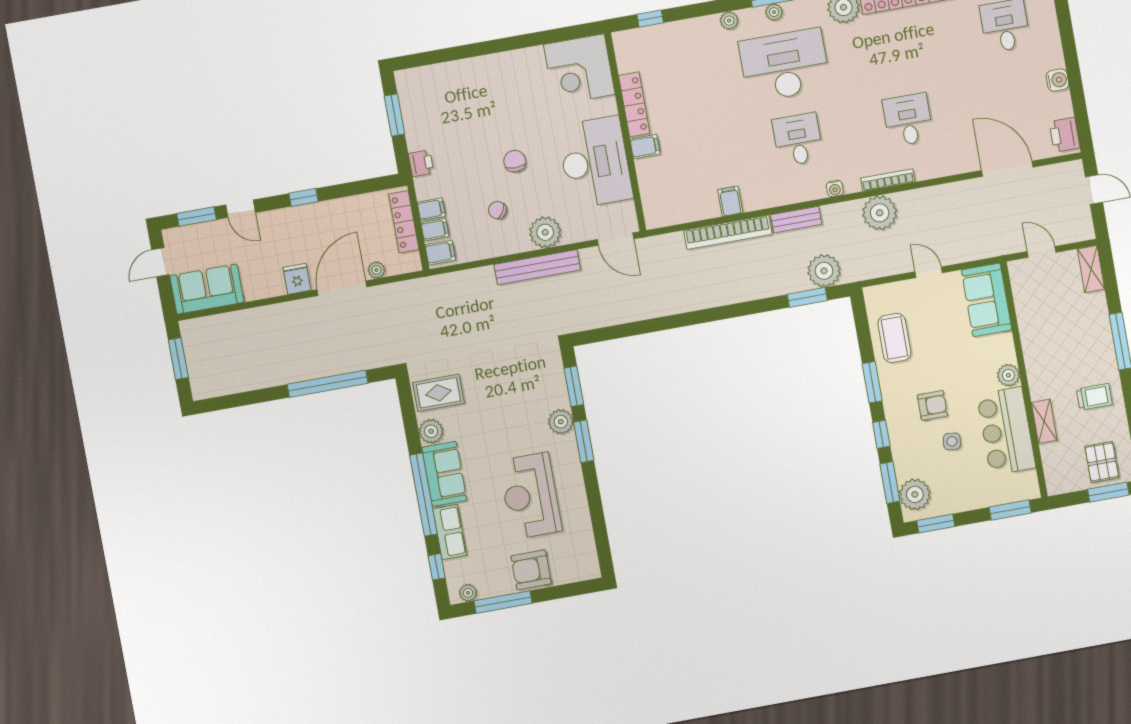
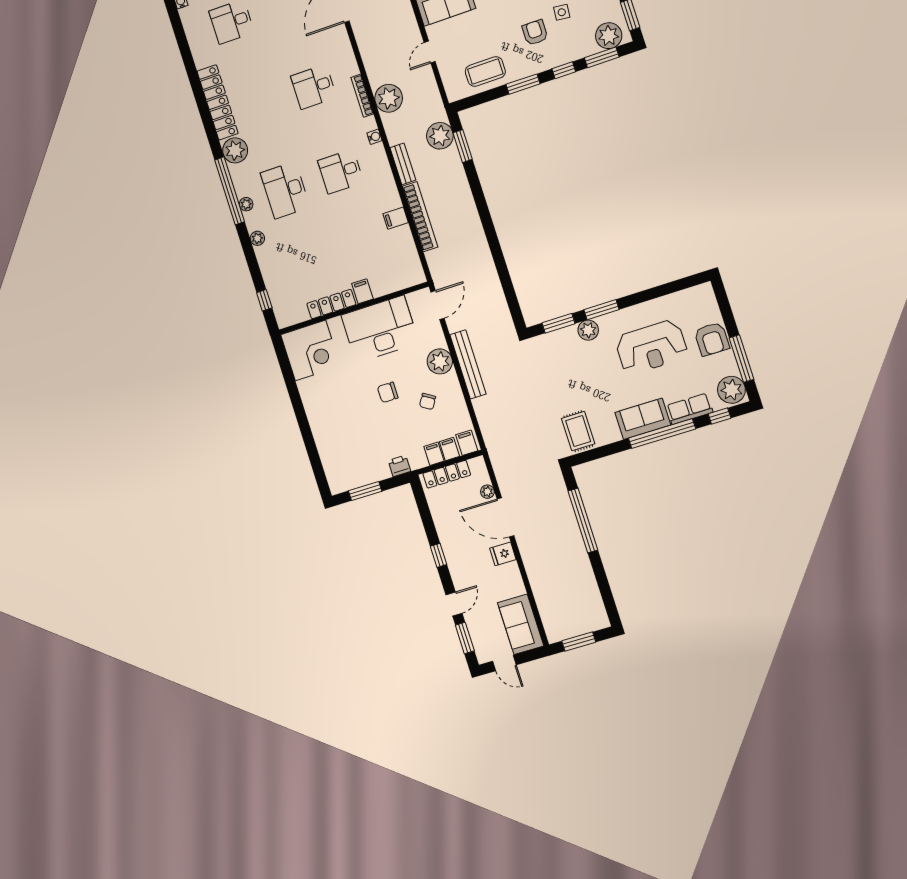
desk: (785, 65) -> (285, 190), width x0.73, depth x0.77
plant: (431, 431) -> (610, 433), removed
plant: (468, 593) -> (731, 390), width x1.87, depth x1.87

